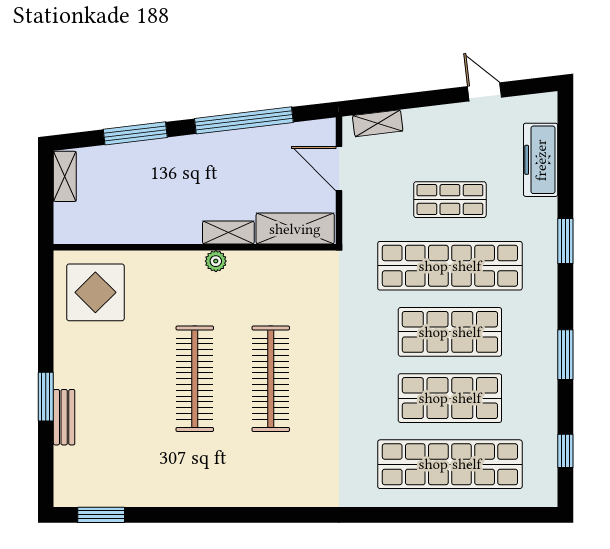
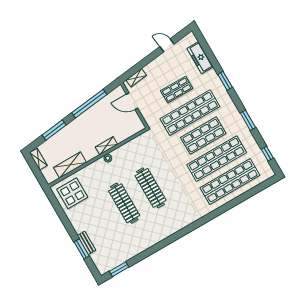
shelving: (295, 229) -> (70, 165), moved
window: (46, 397) -> (82, 249), moved
shop shelf: (450, 398) -> (217, 159), width x1.40

